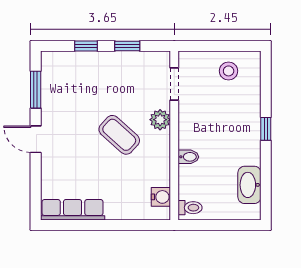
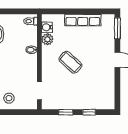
window: (36, 90) -> (117, 28), moved
plant: (160, 120) -> (47, 39), moved
row of seats: (73, 210) -> (83, 20), moved

